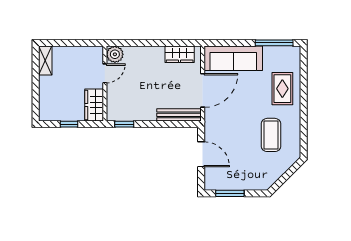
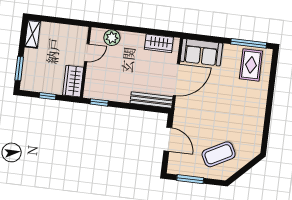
plant: (115, 54) -> (112, 38), moved
sofa: (233, 58) -> (201, 52), width x0.73
rug: (282, 89) -> (251, 65), moved
window: (36, 99) -> (19, 69), added
coffee table: (271, 135) -> (219, 154), moved, turned 62

